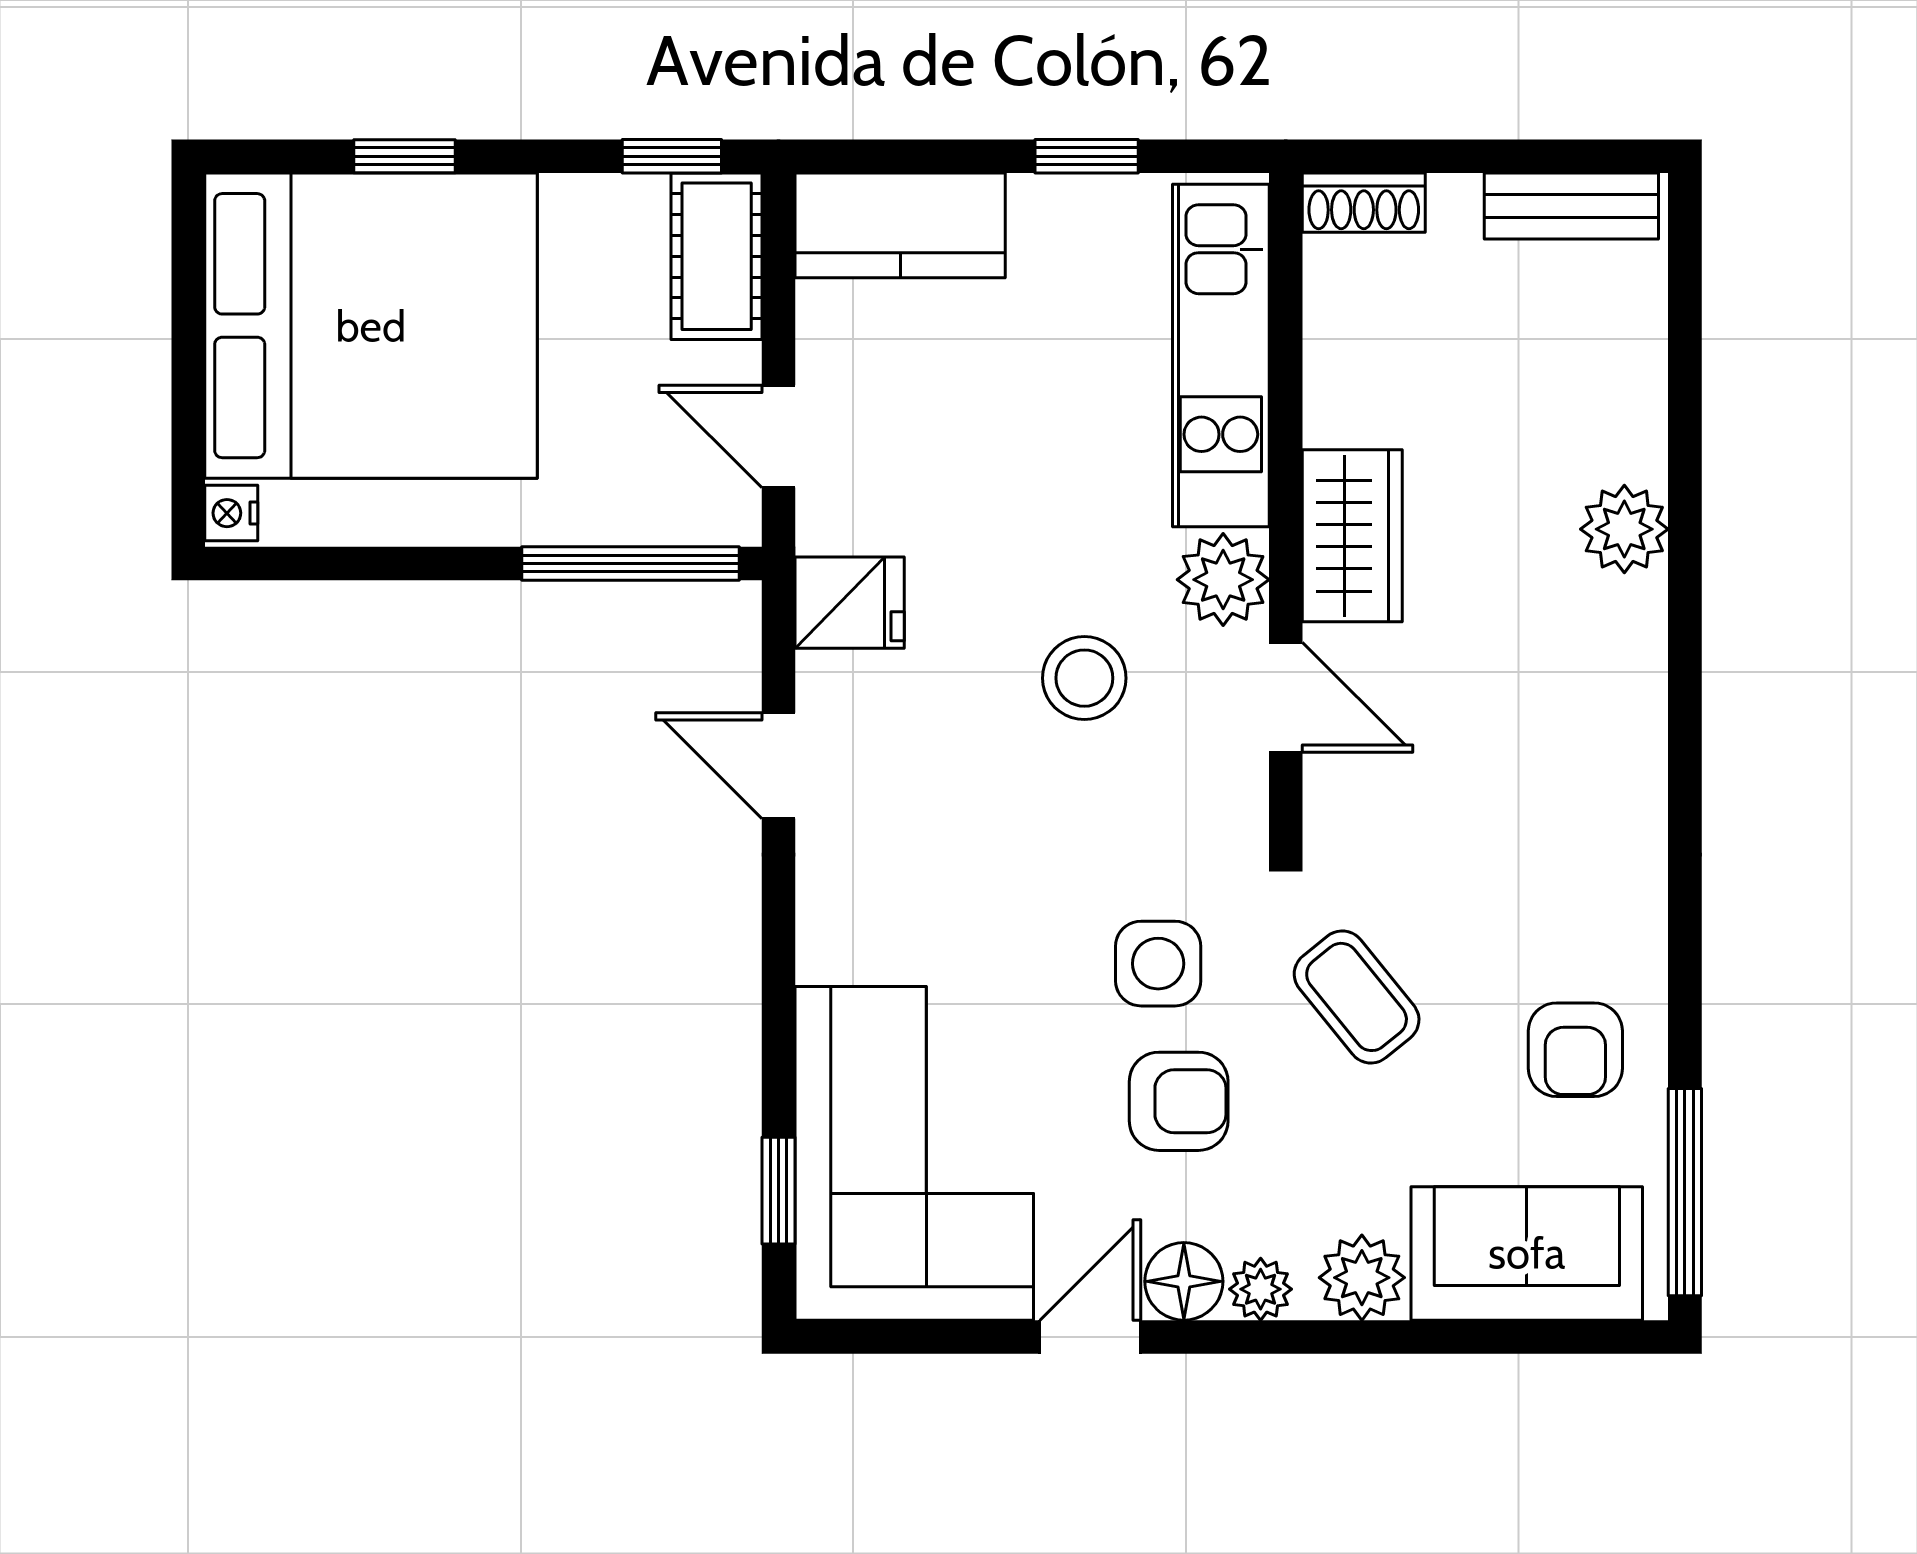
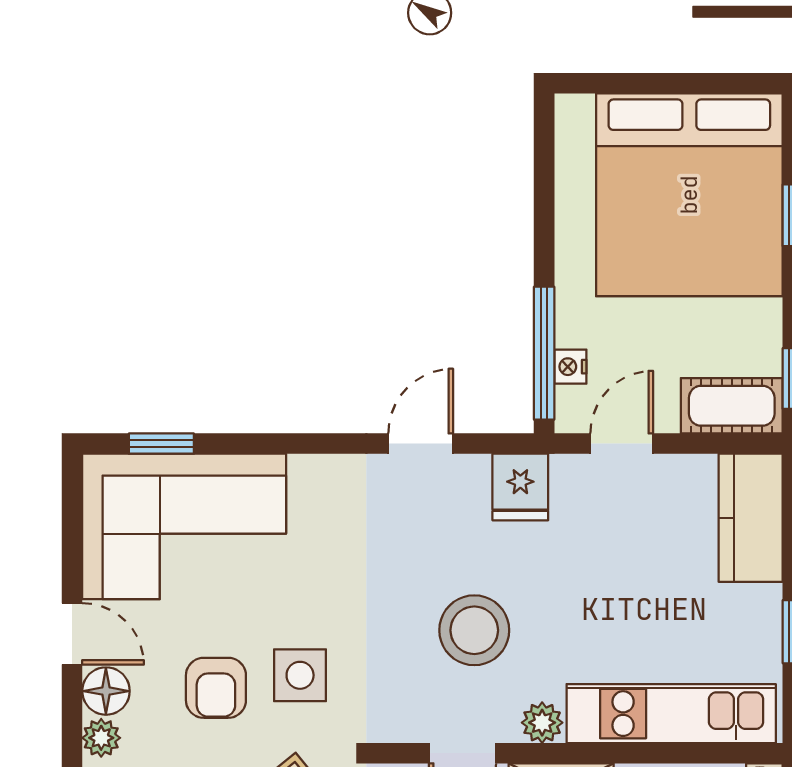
nightstand: (231, 513) -> (570, 367), moved, turned -90
plant: (1223, 580) -> (542, 723), width x0.73, depth x0.73
stool: (1084, 678) -> (474, 630), width x1.38, depth x1.38

